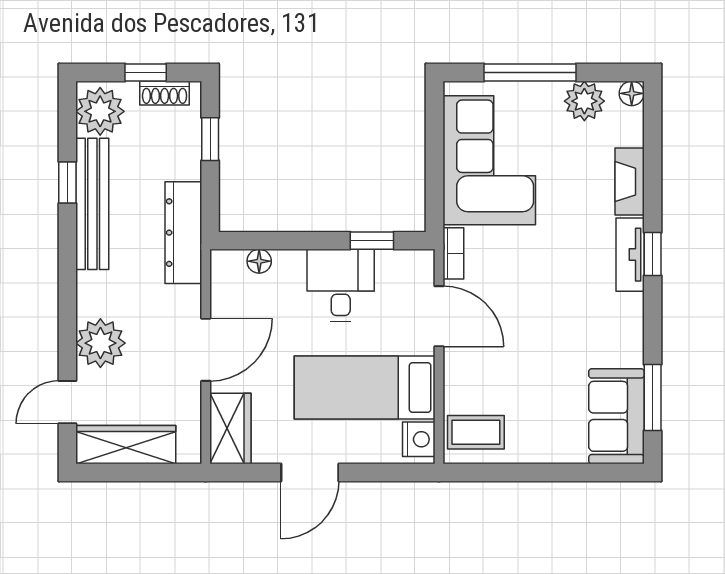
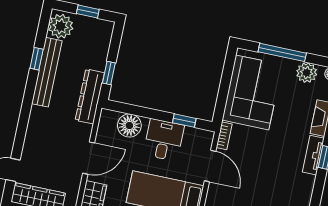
shoe rack: (165, 93) -> (95, 24), removed
window: (210, 139) -> (109, 73), moved
floor lamp: (259, 261) -> (129, 126), width x1.89, depth x1.89
plant: (100, 343) -> (36, 143), removed

